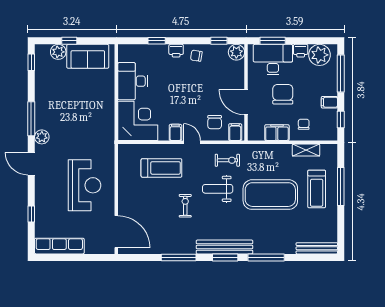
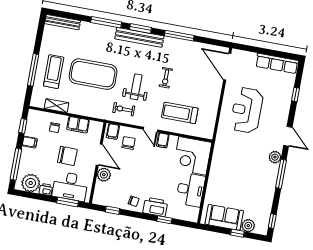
printer: (176, 51) -> (155, 207), width x1.87, depth x1.48
plant: (236, 52) -> (104, 175), moved
chair: (283, 94) -> (67, 156), turned -89
weight bench: (218, 189) -> (136, 87), turned -90

